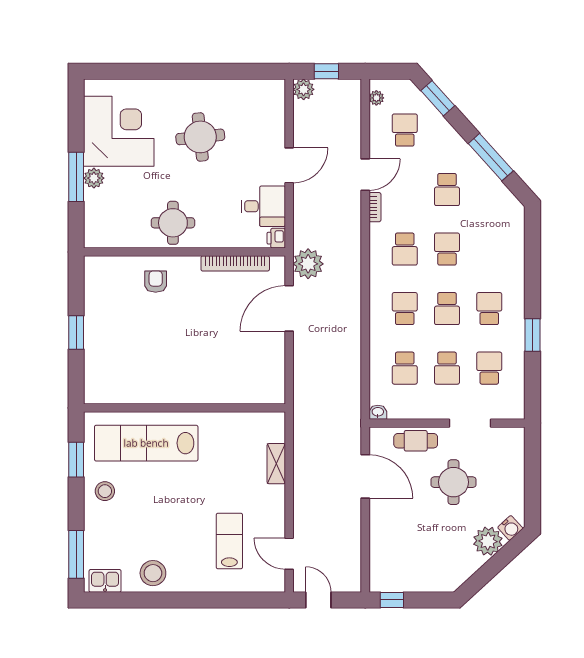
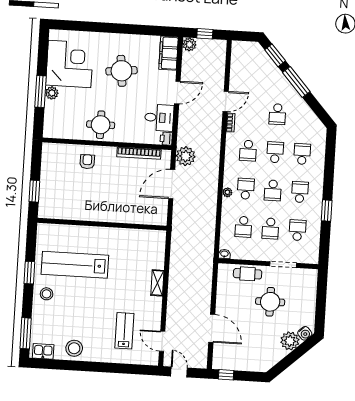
plant: (376, 98) -> (227, 192), moved
filing cabinet: (272, 105) -> (169, 53), added
school desk: (405, 130) -> (302, 154), moved
window: (491, 157) -> (296, 82), moved
wall: (185, 408) -> (102, 224), moved
door: (365, 476) -> (212, 328), moved

